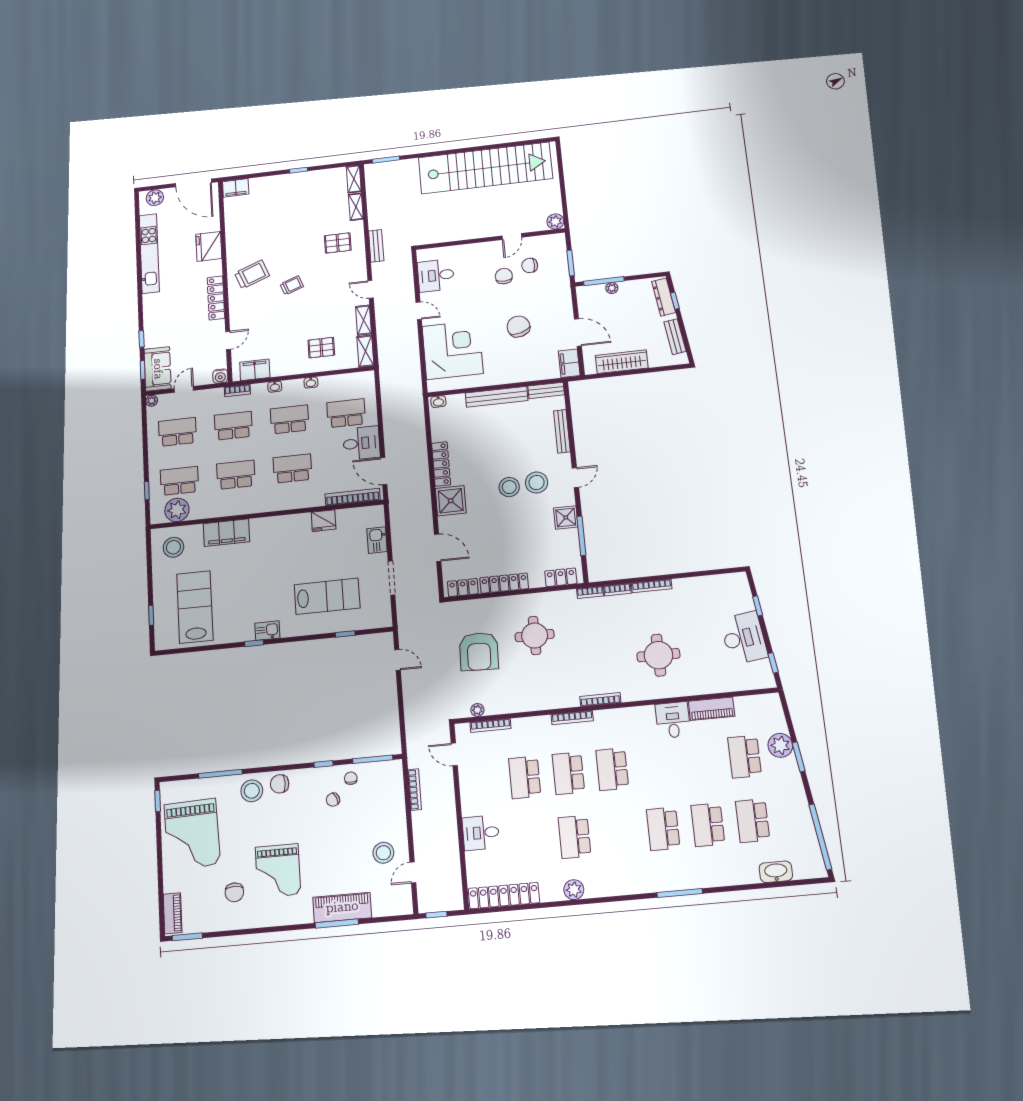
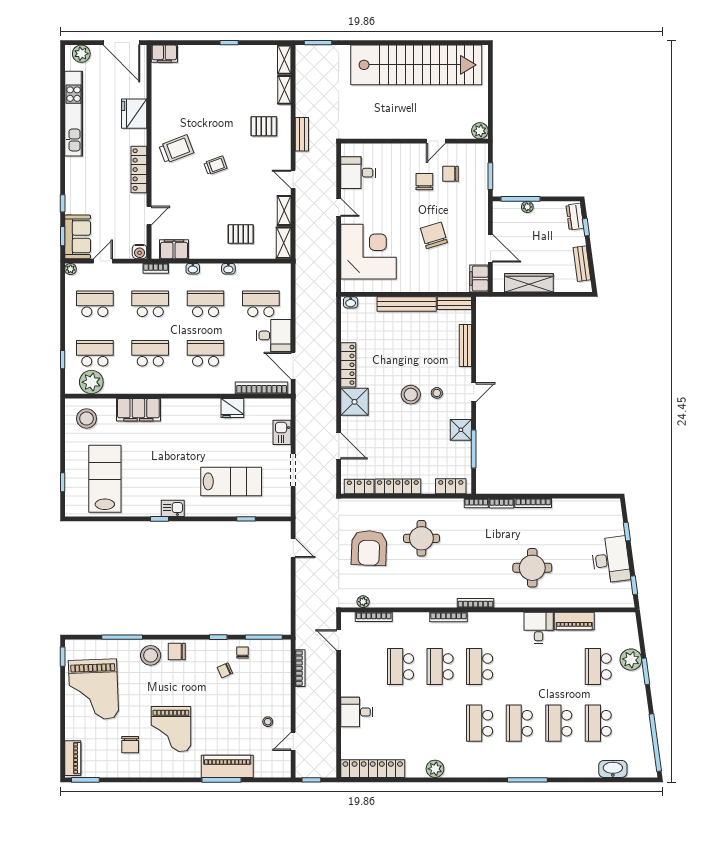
dresser: (664, 297) -> (575, 217), width x0.70
stool: (537, 482) -> (437, 393), width x0.53, depth x0.53
school desk: (575, 837) -> (480, 723), moved
stool: (383, 853) -> (268, 722), width x0.53, depth x0.53

